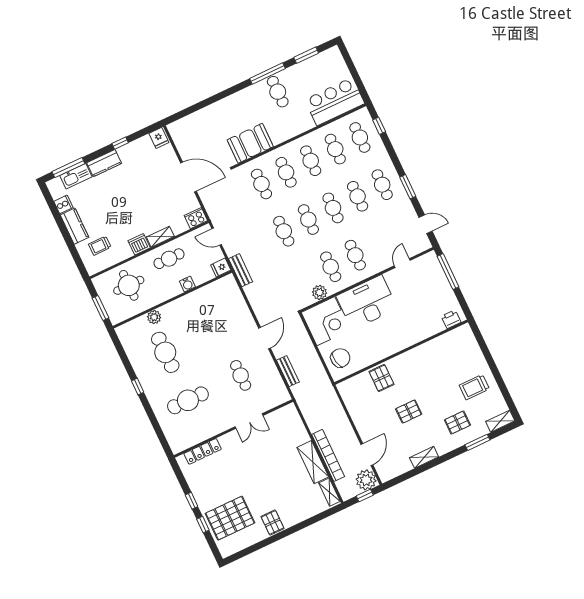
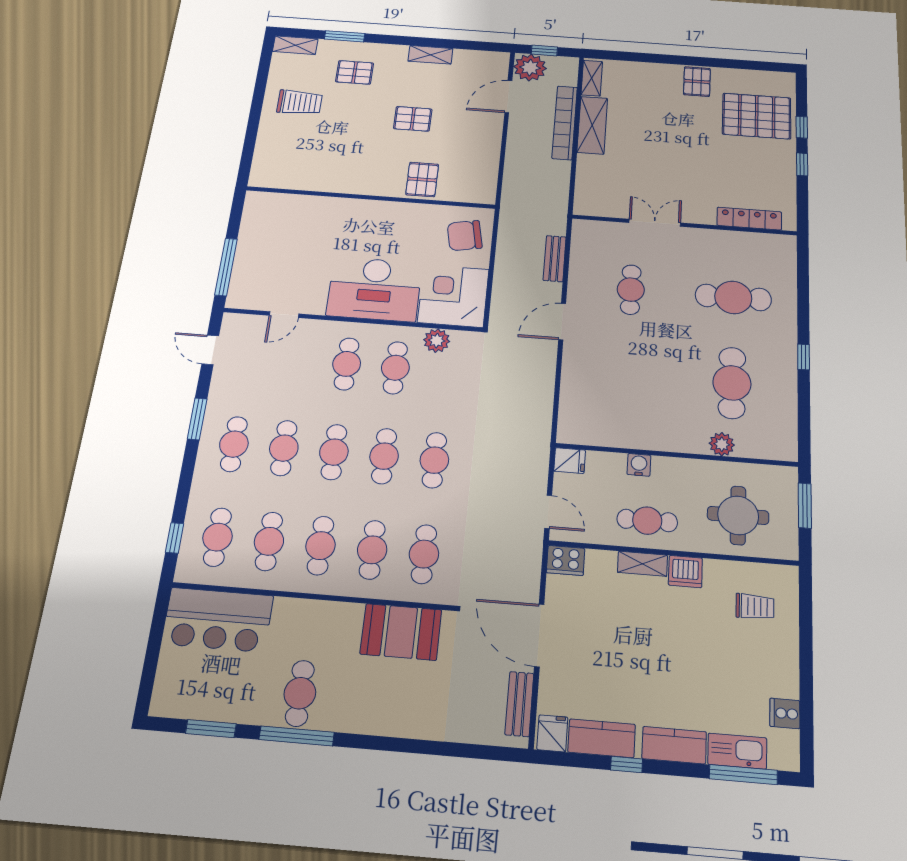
kitchen counter: (74, 226) -> (602, 738), moved, turned 90
bench: (241, 270) -> (519, 704), moved
printer: (451, 319) -> (268, 202), removed

